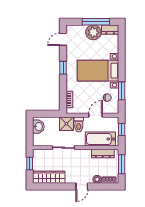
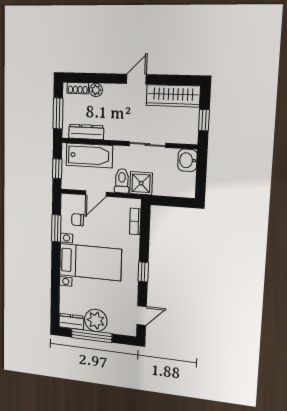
washbasin: (38, 127) -> (187, 160), moved
door: (82, 187) -> (136, 79), moved

